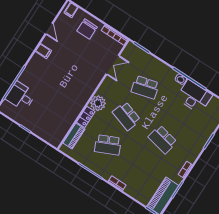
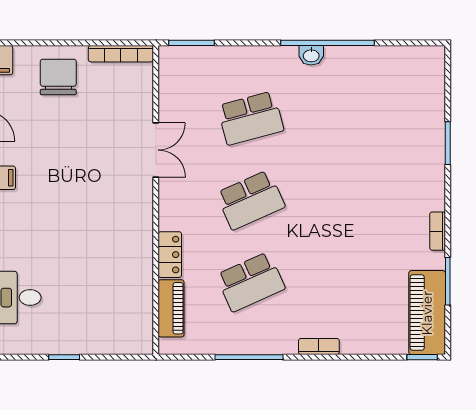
chair: (87, 29) -> (58, 77), turned 180
double door: (113, 65) -> (156, 150), moved
desk: (194, 97) -> (360, 73), removed
plant: (98, 103) -> (176, 211), removed
school desk: (127, 116) -> (251, 200), turned -42
school desk: (163, 139) -> (353, 200), removed

